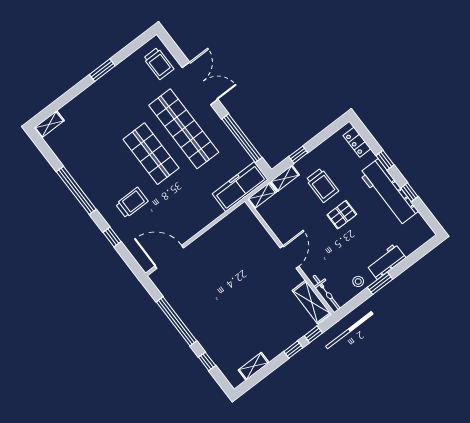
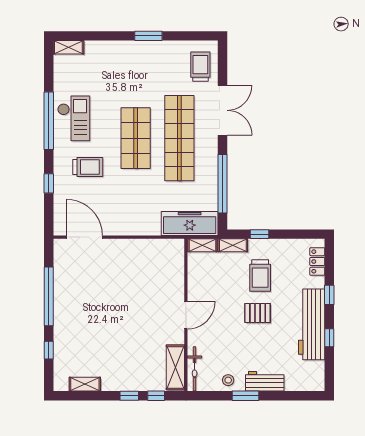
trolley: (159, 63) -> (200, 67), turned 180
checkout: (94, 174) -> (74, 118), added

